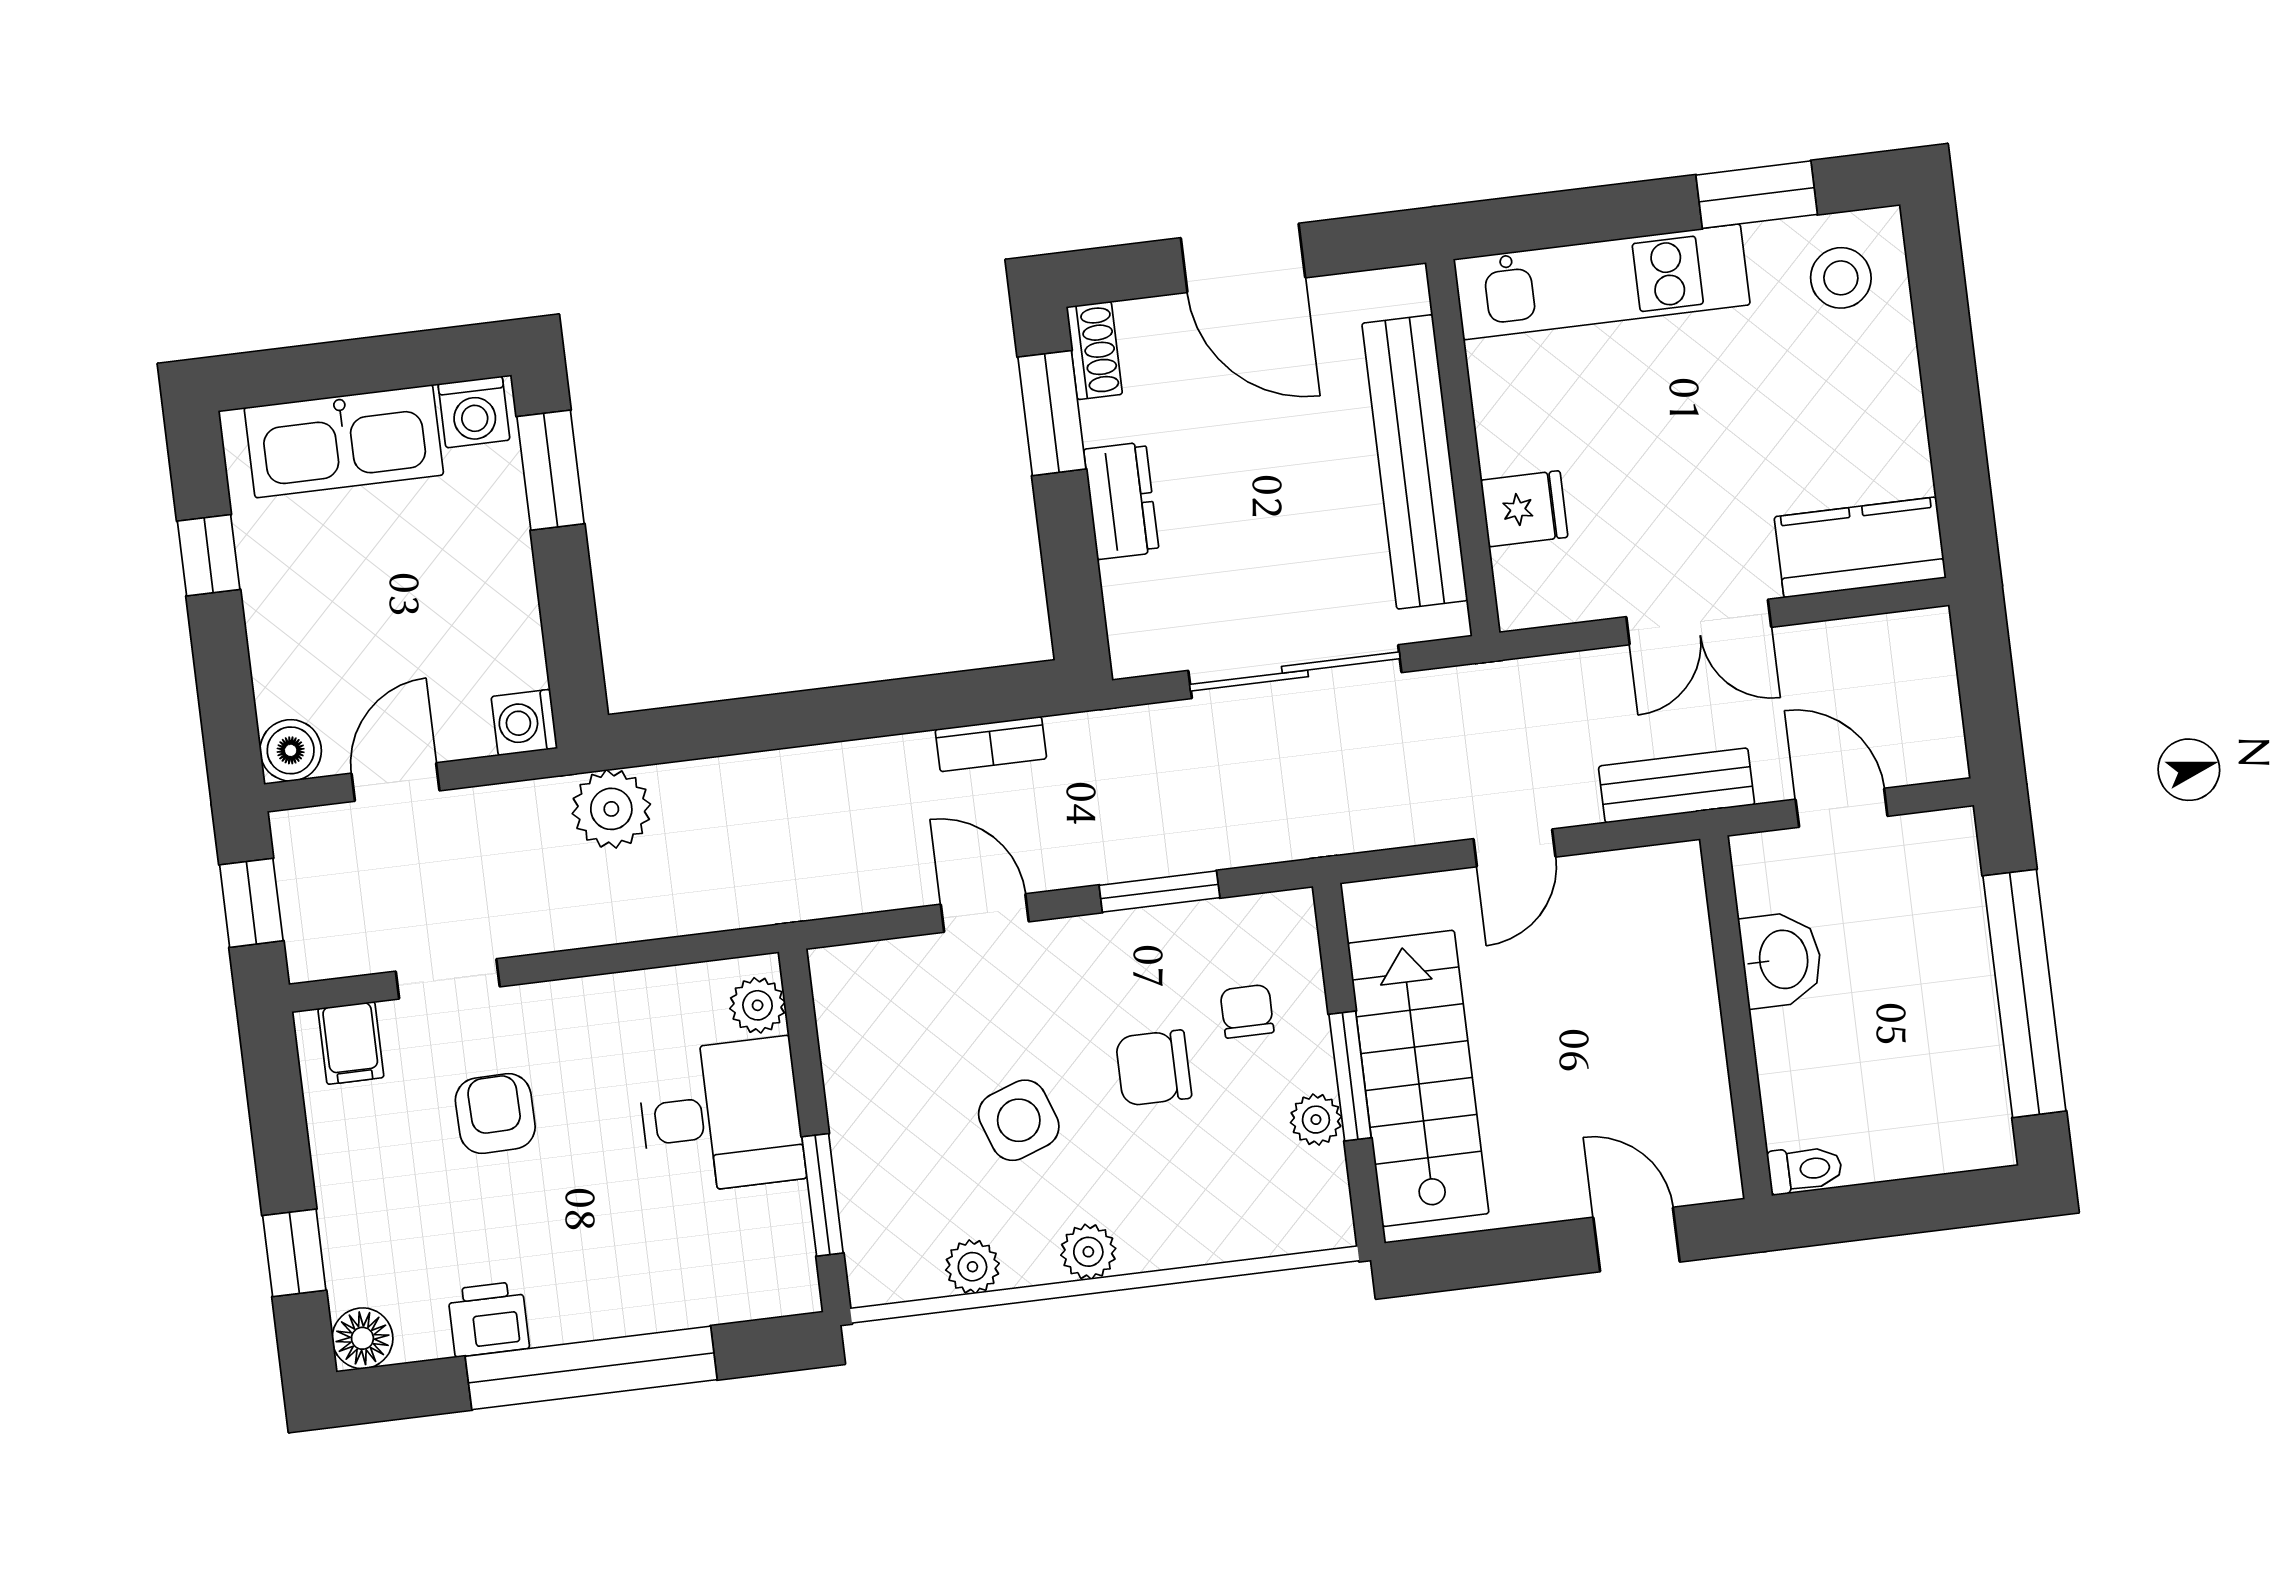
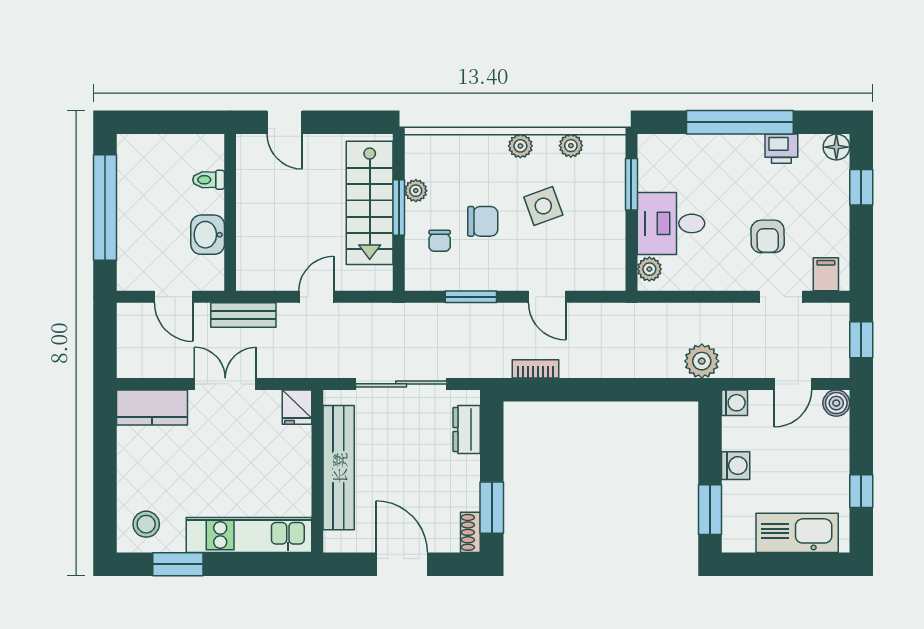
washing machine: (474, 412) -> (736, 466), moved, turned 90
dresser: (1121, 501) -> (467, 430), moved
fridge: (1524, 509) -> (297, 407), moved, turned -90
toilet: (1805, 1169) -> (209, 180), moved

